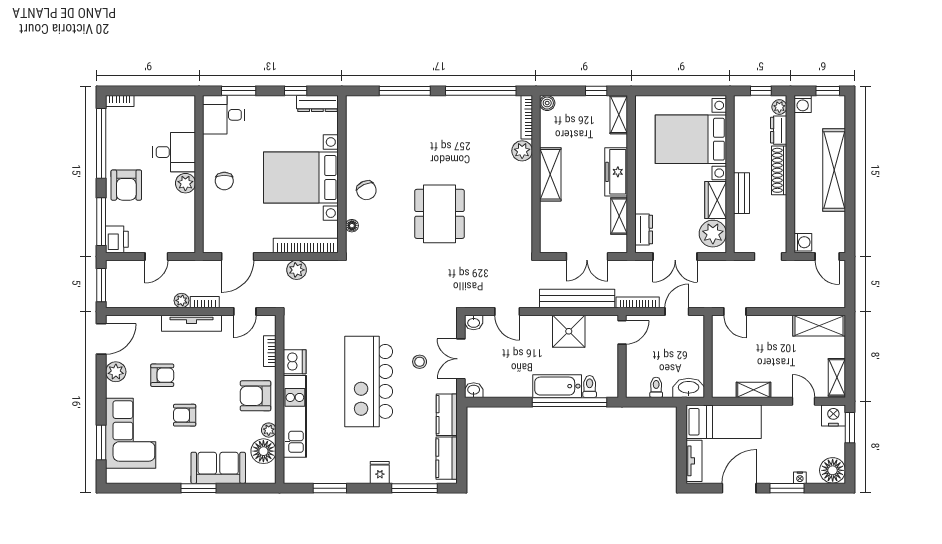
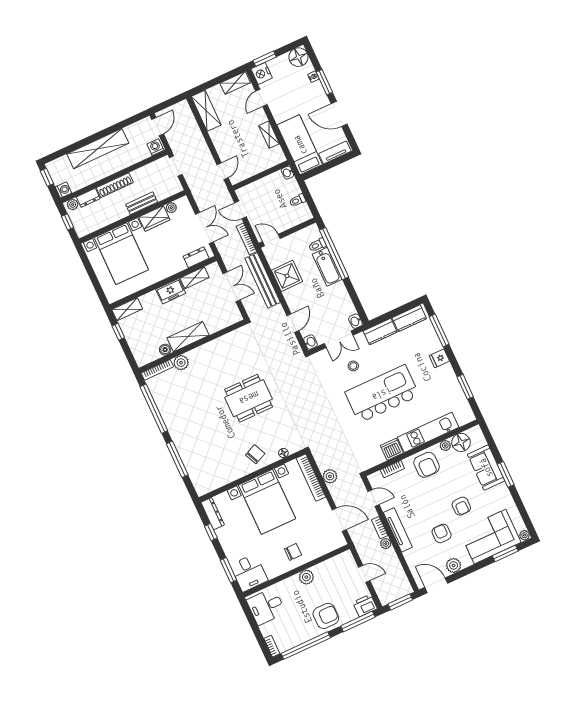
boiler: (547, 103) -> (165, 350), moved
desk: (174, 152) -> (266, 606), moved, turned -90
freezer: (616, 172) -> (171, 291), width x0.71
plant: (713, 234) -> (171, 208), width x0.53, depth x0.53
kitchen island: (369, 381) -> (382, 394), turned 180
washbasin: (689, 388) -> (287, 173), width x0.52, depth x0.69
plant: (113, 477) -> (525, 535), added

